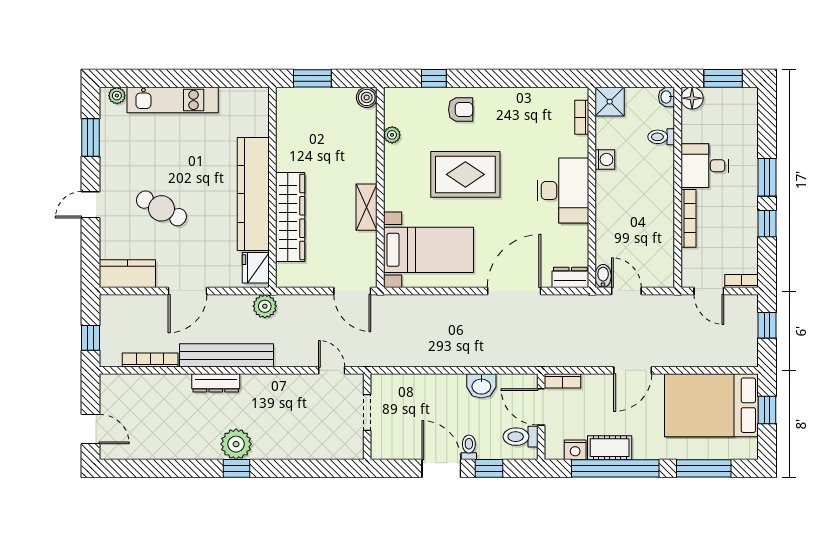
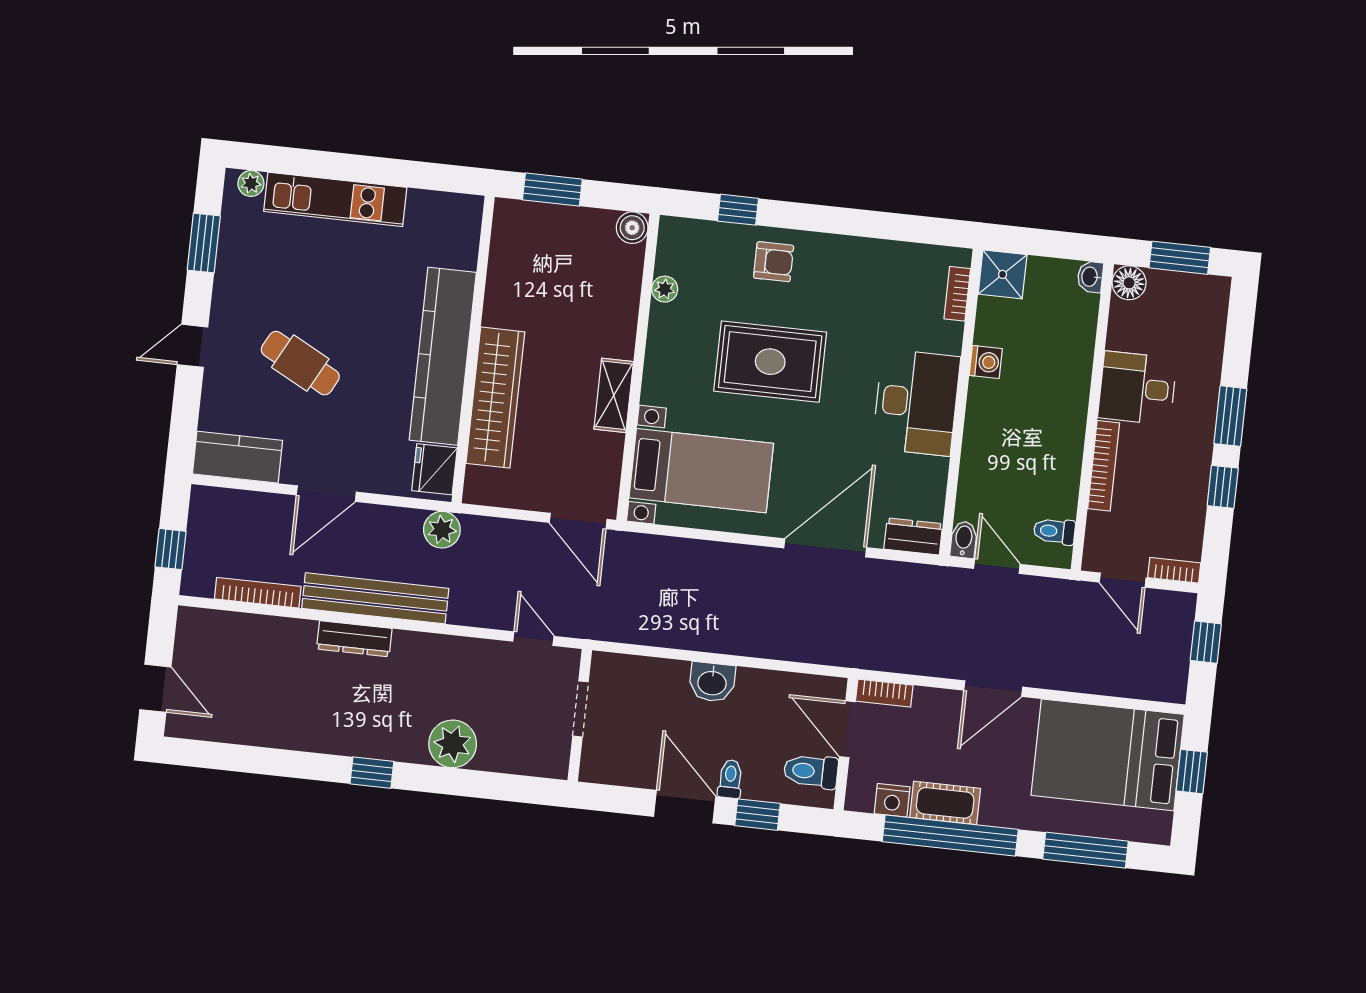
toilet: (661, 137) -> (1054, 531), moved
washbasin: (481, 386) -> (712, 682), moved
plant: (236, 444) -> (453, 744), moved

